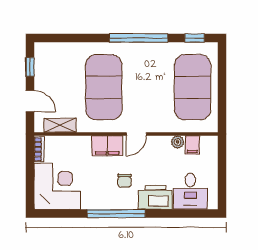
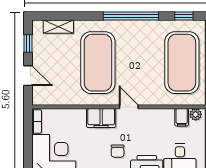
shelving: (60, 125) -> (58, 27), moved
door: (136, 134) -> (129, 107), swing flipped
plant: (178, 142) -> (196, 114), moved

